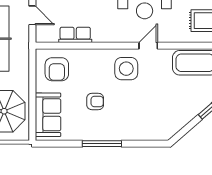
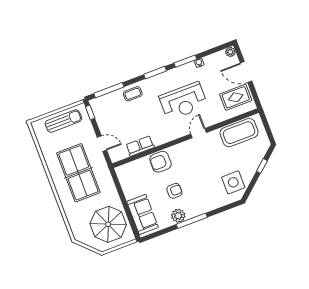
armchair: (57, 69) -> (160, 162), moved, turned 90
side table: (126, 69) -> (233, 182), moved
plant: (89, 132) -> (178, 216), added

